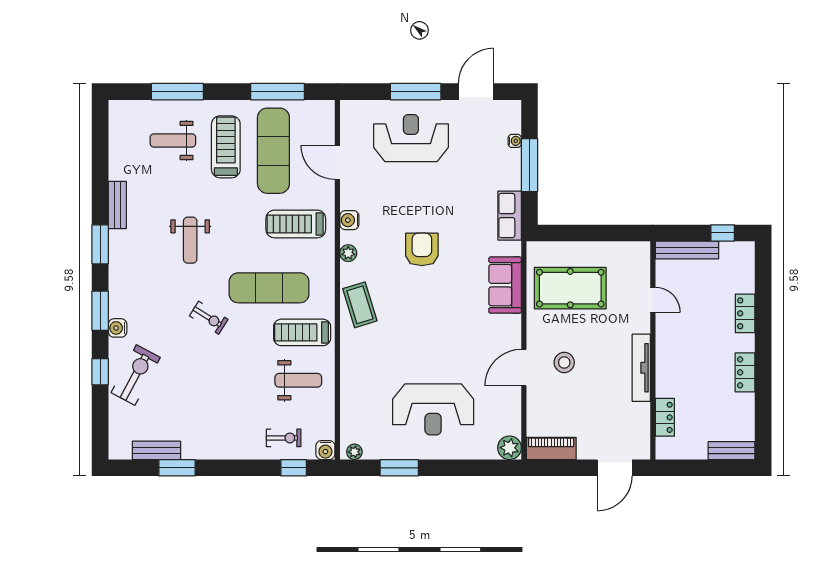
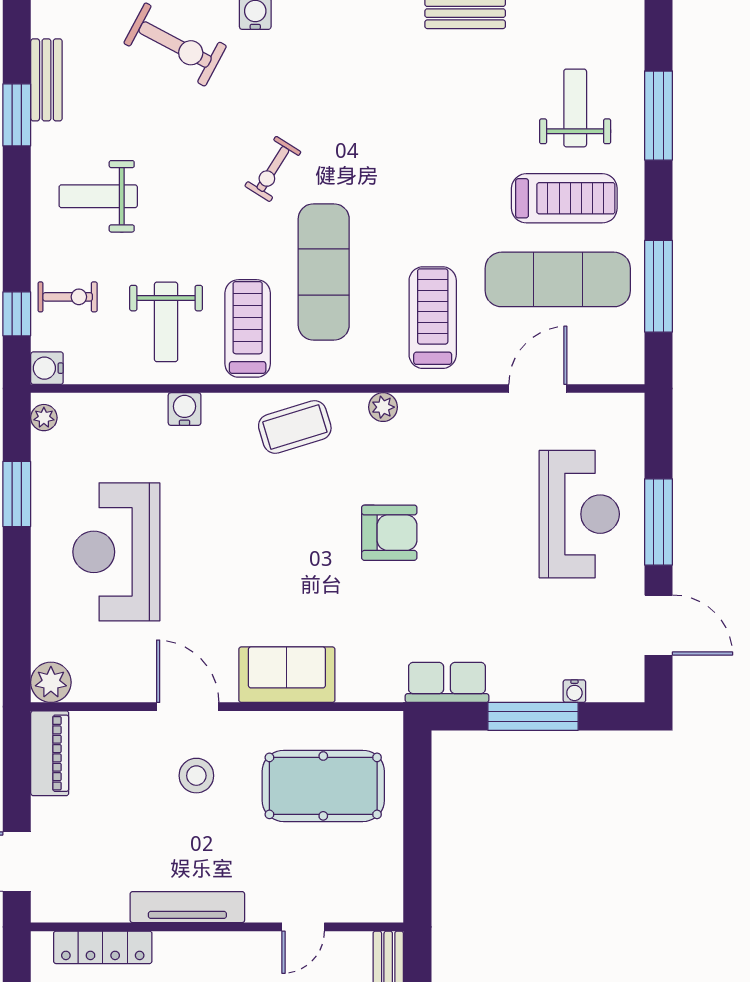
water cooler: (349, 220) -> (185, 409), moved
weight bench: (190, 240) -> (98, 196), moved
sofa: (505, 285) -> (287, 675), moved
pool table: (570, 288) -> (323, 786), turned 90
locker: (665, 417) -> (103, 947), width x1.53
exercise bike: (284, 438) -> (68, 297), turned -90

